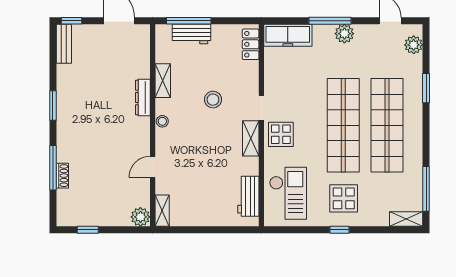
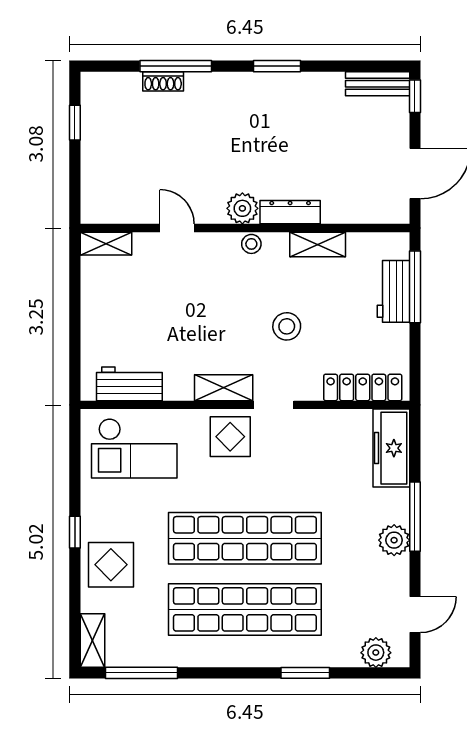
locker: (251, 44) -> (363, 387), width x1.53
display table: (344, 198) -> (111, 565), moved
plant: (140, 217) -> (242, 208), moved

